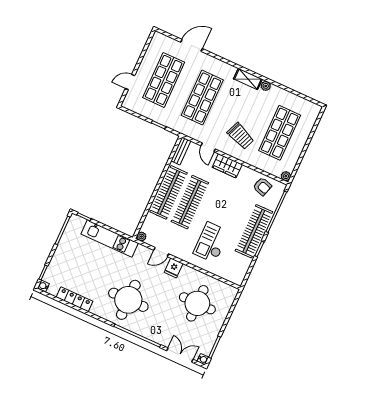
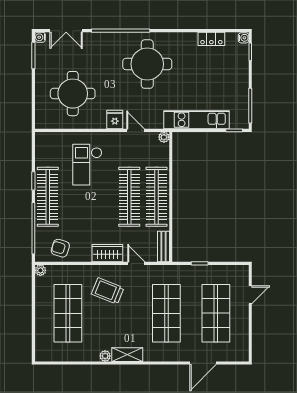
checkout: (211, 242) -> (87, 165), turned 180
door: (161, 252) -> (136, 130), hinge flipped
locker: (75, 299) -> (211, 39), width x0.66

